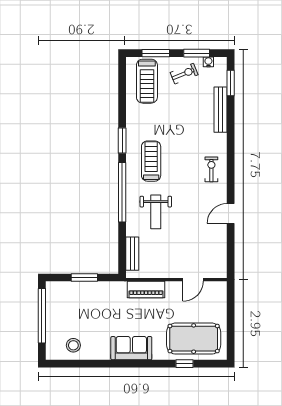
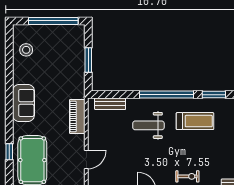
door: (193, 280) -> (86, 159), swing flipped

